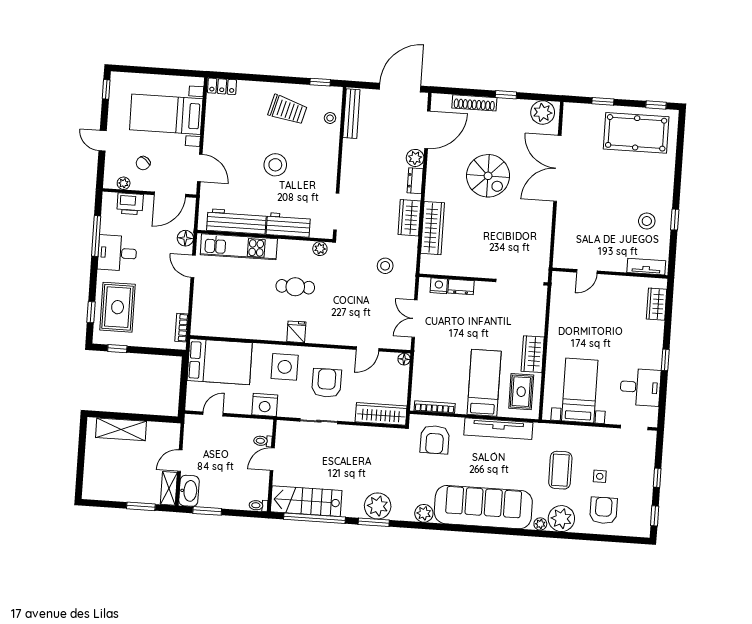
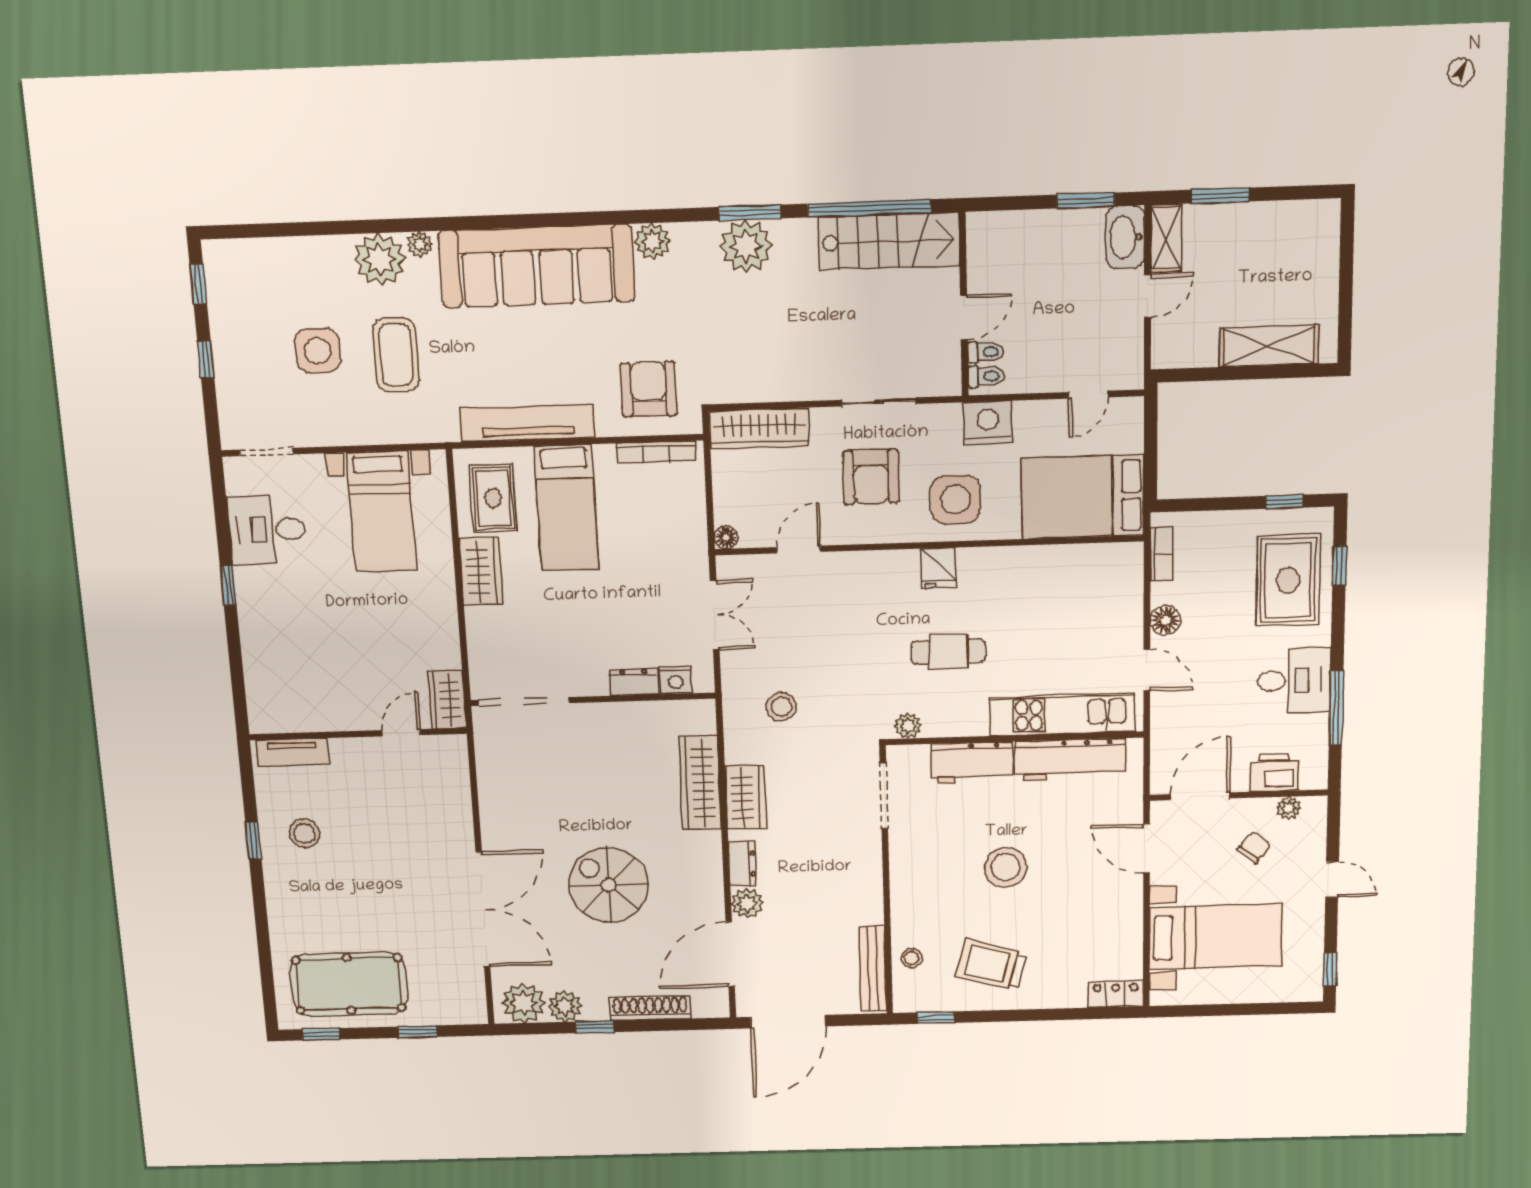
plant: (520, 108) -> (565, 1006), added
floor lamp: (185, 238) -> (1166, 620), moved
wardrobe: (657, 304) -> (447, 700), moved, turned 180
side table: (600, 476) -> (318, 351), width x1.87, depth x1.87
toilet: (258, 505) -> (986, 376), moved
armchair: (603, 510) -> (300, 284), removed

